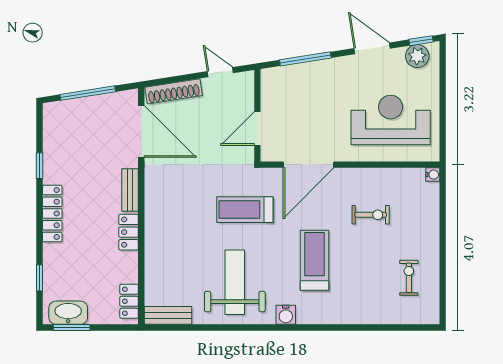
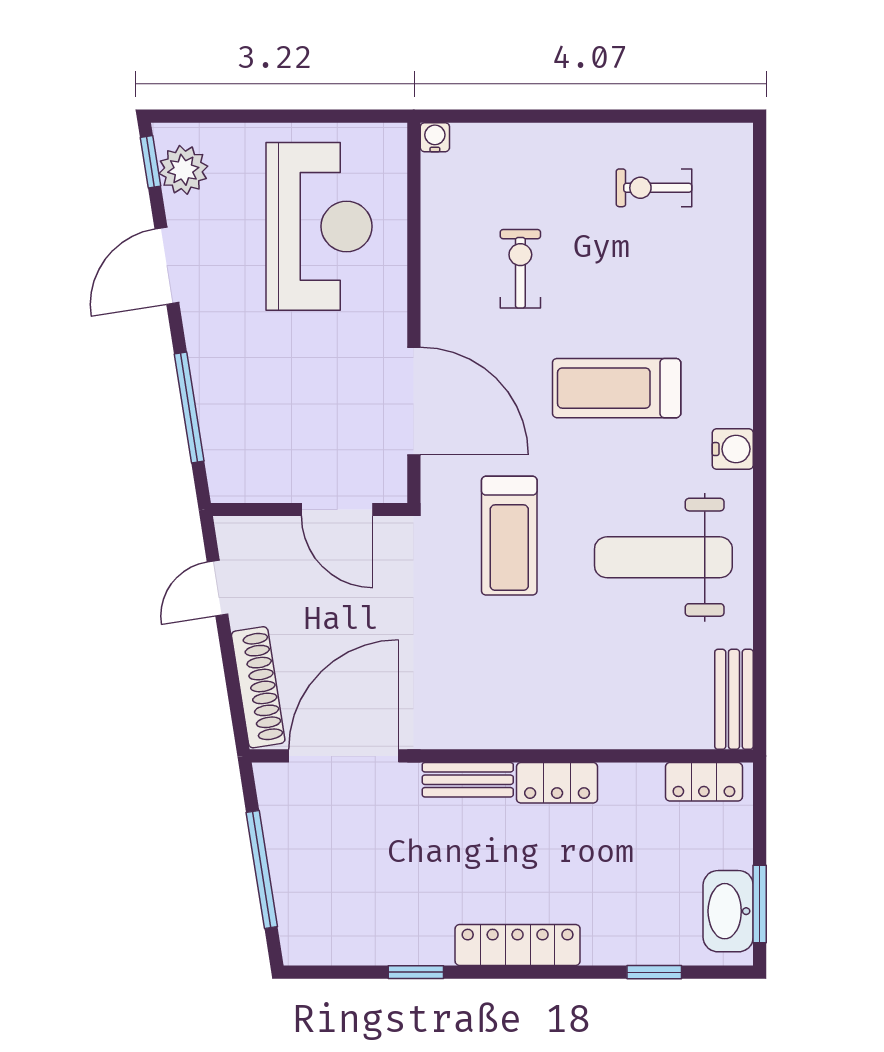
reception desk: (391, 120) -> (319, 226), turned 180

